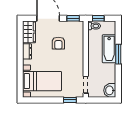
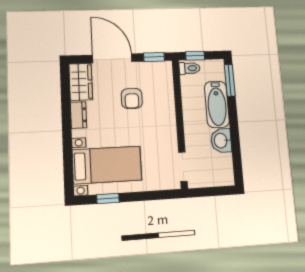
window: (118, 54) -> (230, 80), moved
washbasin: (110, 90) -> (221, 141), moved
window: (70, 100) -> (108, 198), moved

